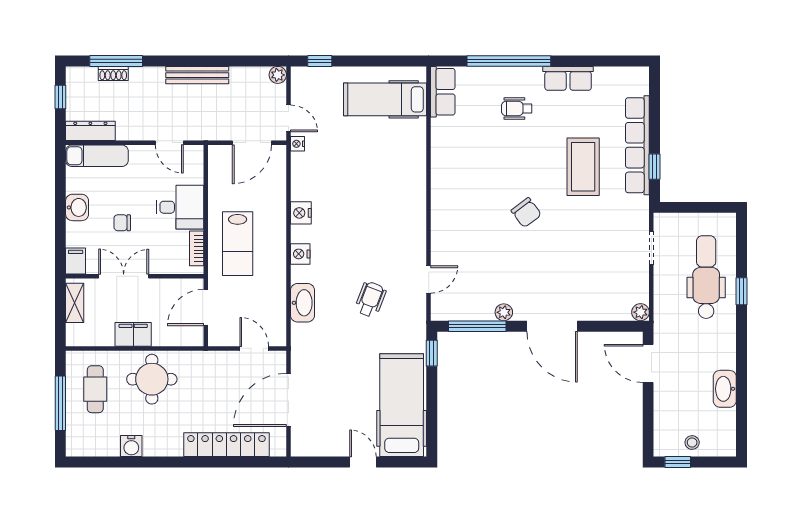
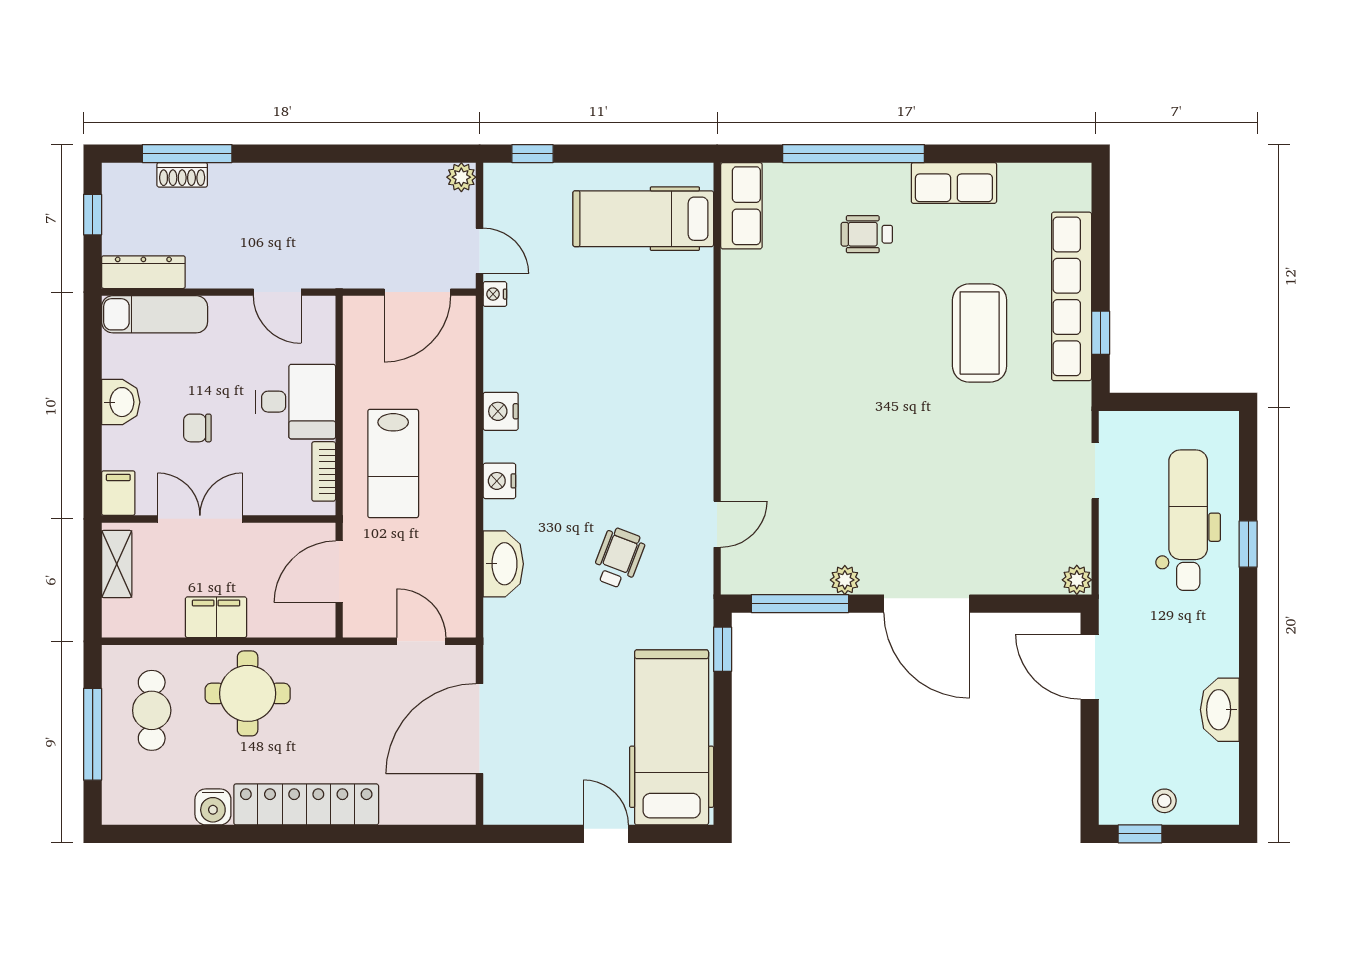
bench: (197, 75) -> (325, 177), removed
chair: (526, 213) -> (883, 411), removed
locker: (226, 445) -> (306, 804), moved

